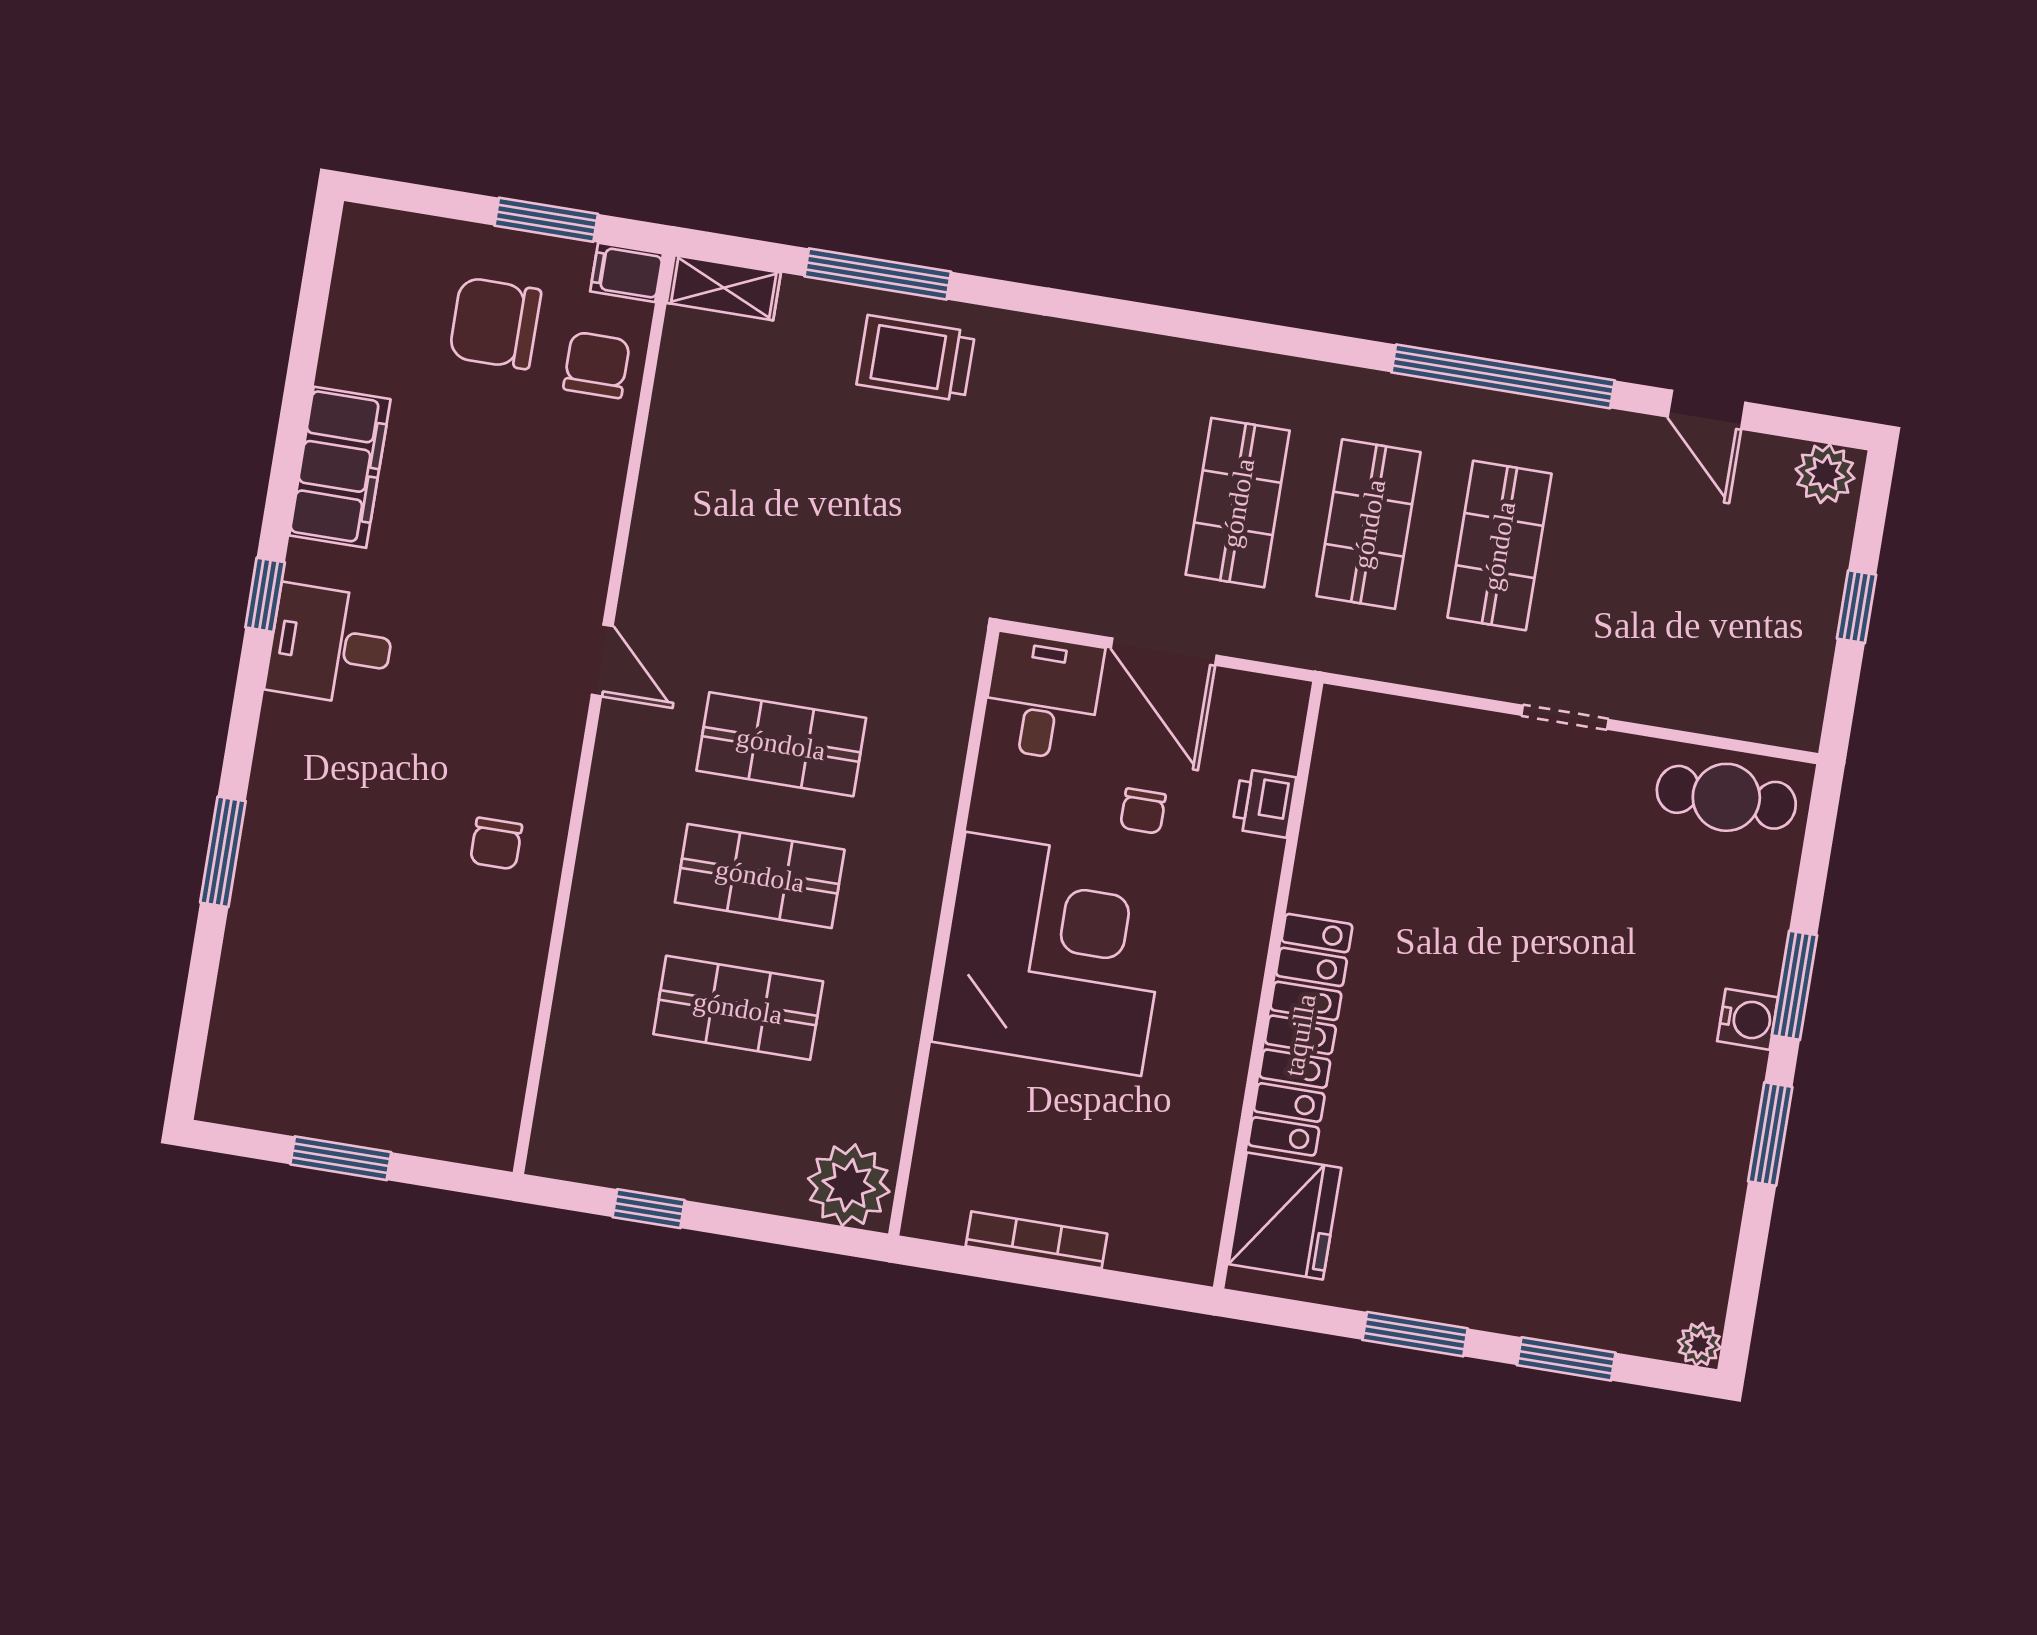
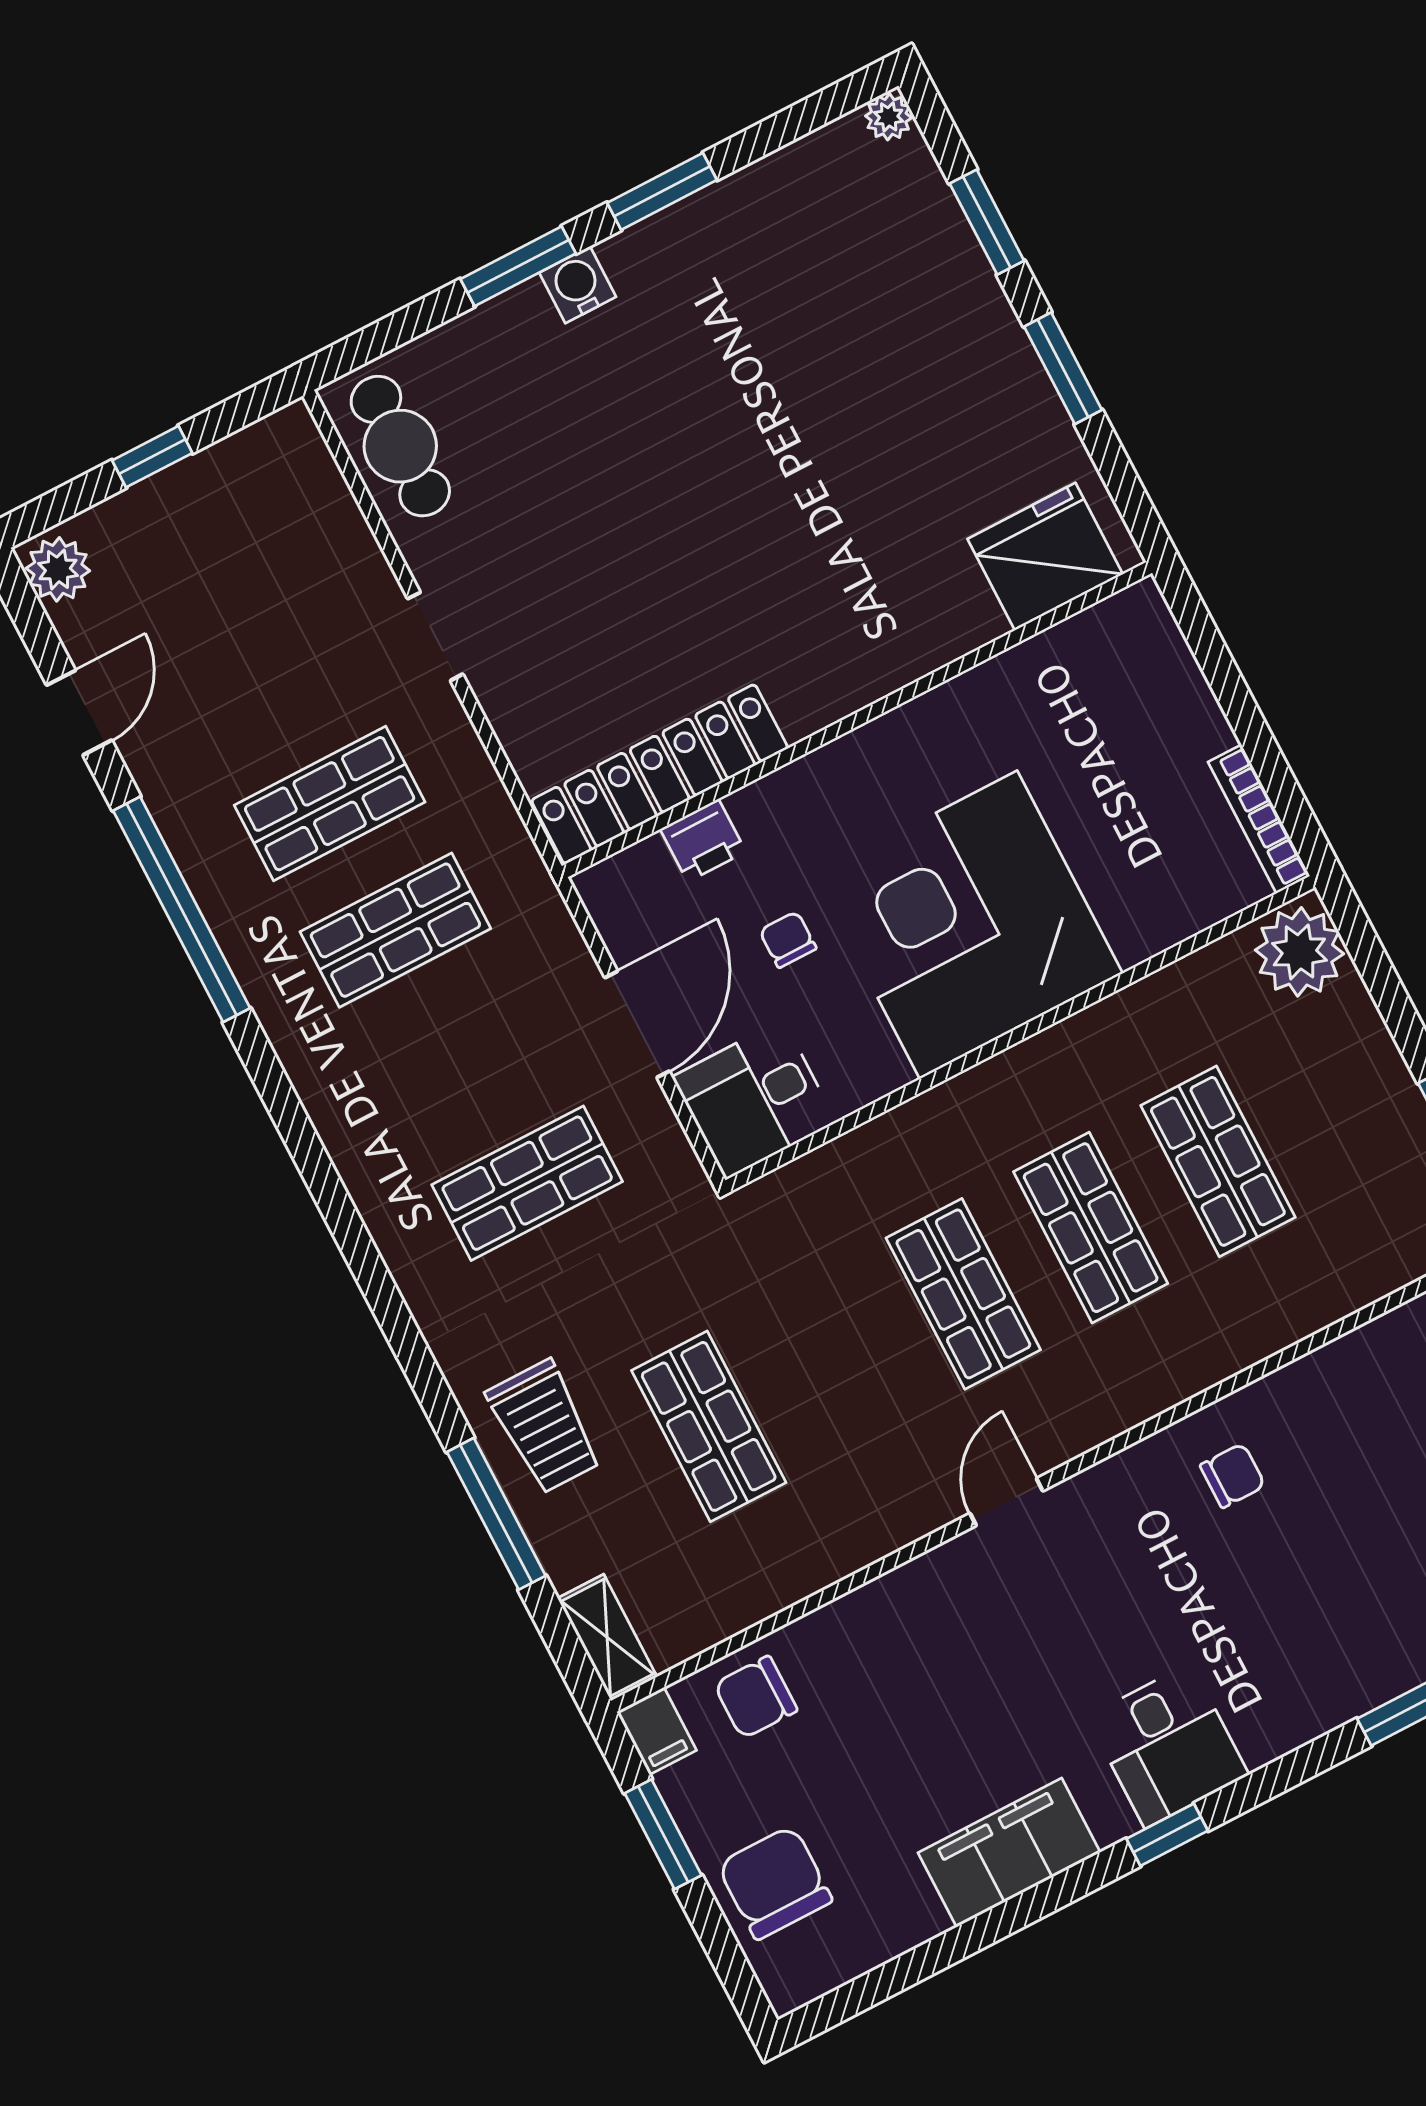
chair: (495, 323) -> (775, 1883), moved, turned 180
shop shelf: (824, 481) -> (709, 1426), added
shop shelf: (1238, 503) -> (527, 1183), moved
chair: (1143, 811) -> (788, 940), turned -90
locker: (1300, 1035) -> (660, 774), moved
bookcase: (1036, 1240) -> (1259, 819), moved

